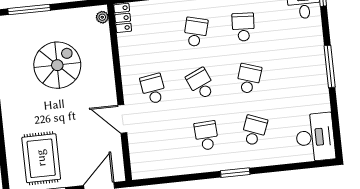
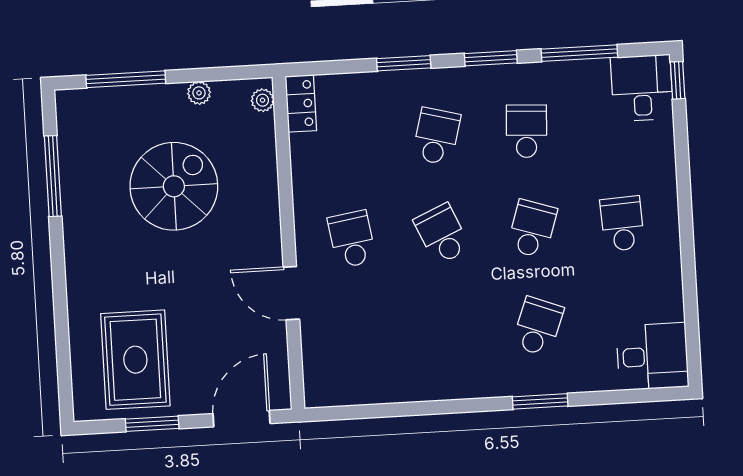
plant: (68, 15) -> (199, 93), added
window: (330, 66) -> (685, 213), removed
school desk: (206, 136) -> (622, 224), moved
desk: (315, 137) -> (653, 356), width x0.73
window: (235, 173) -> (540, 401), moved

